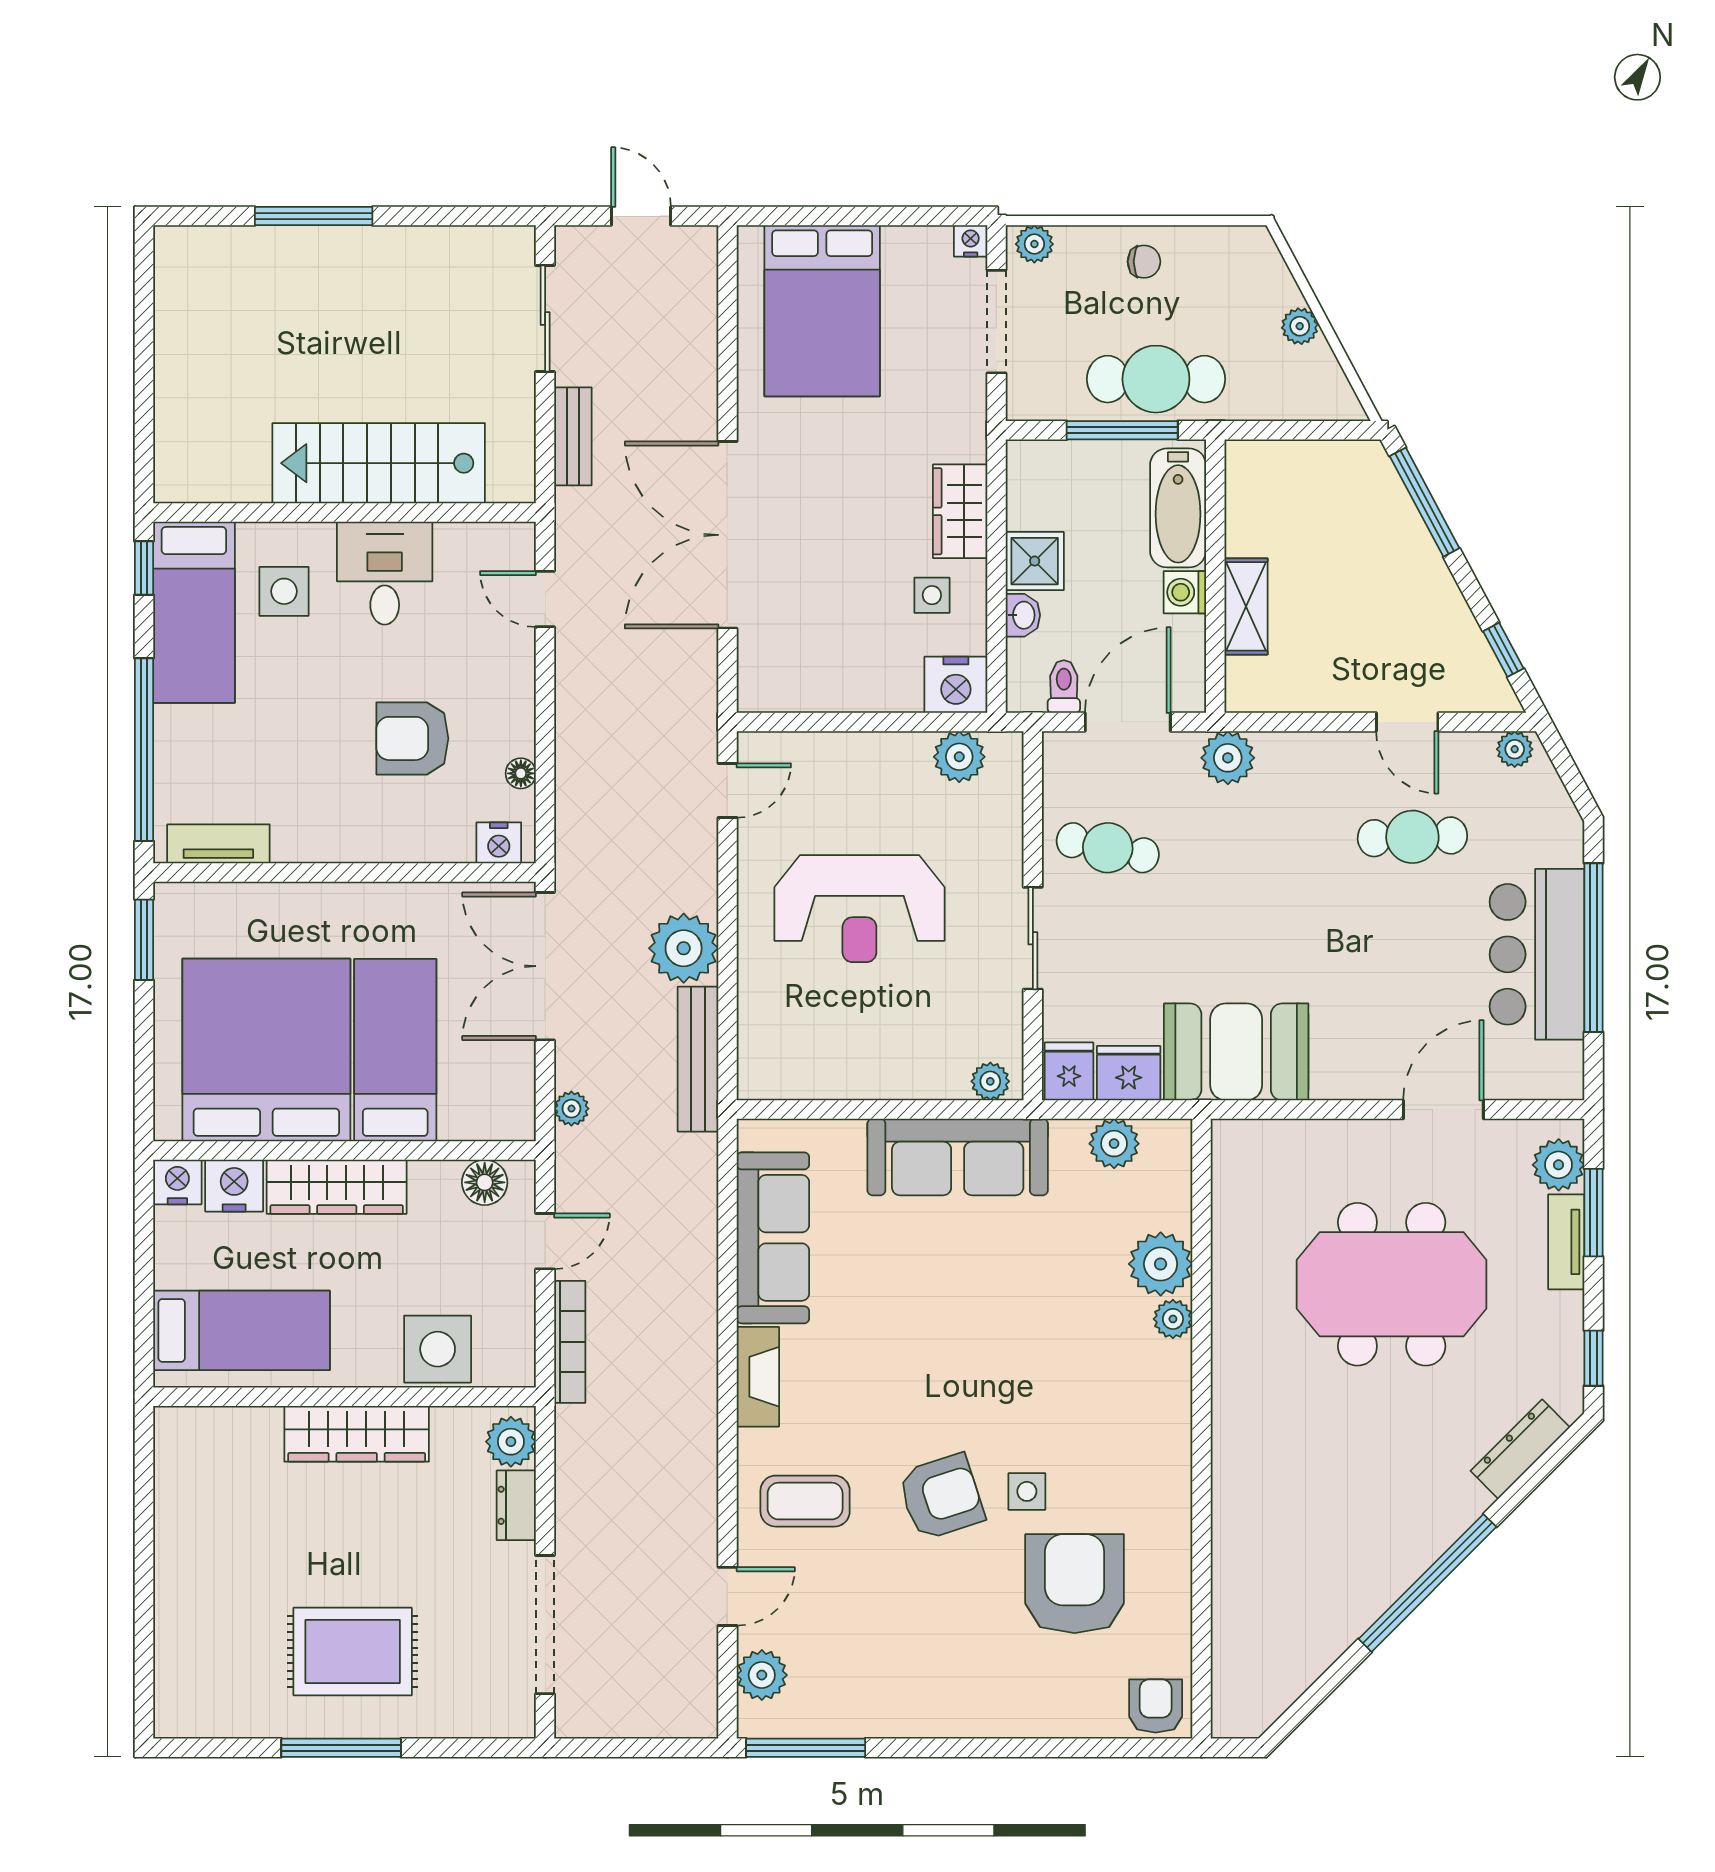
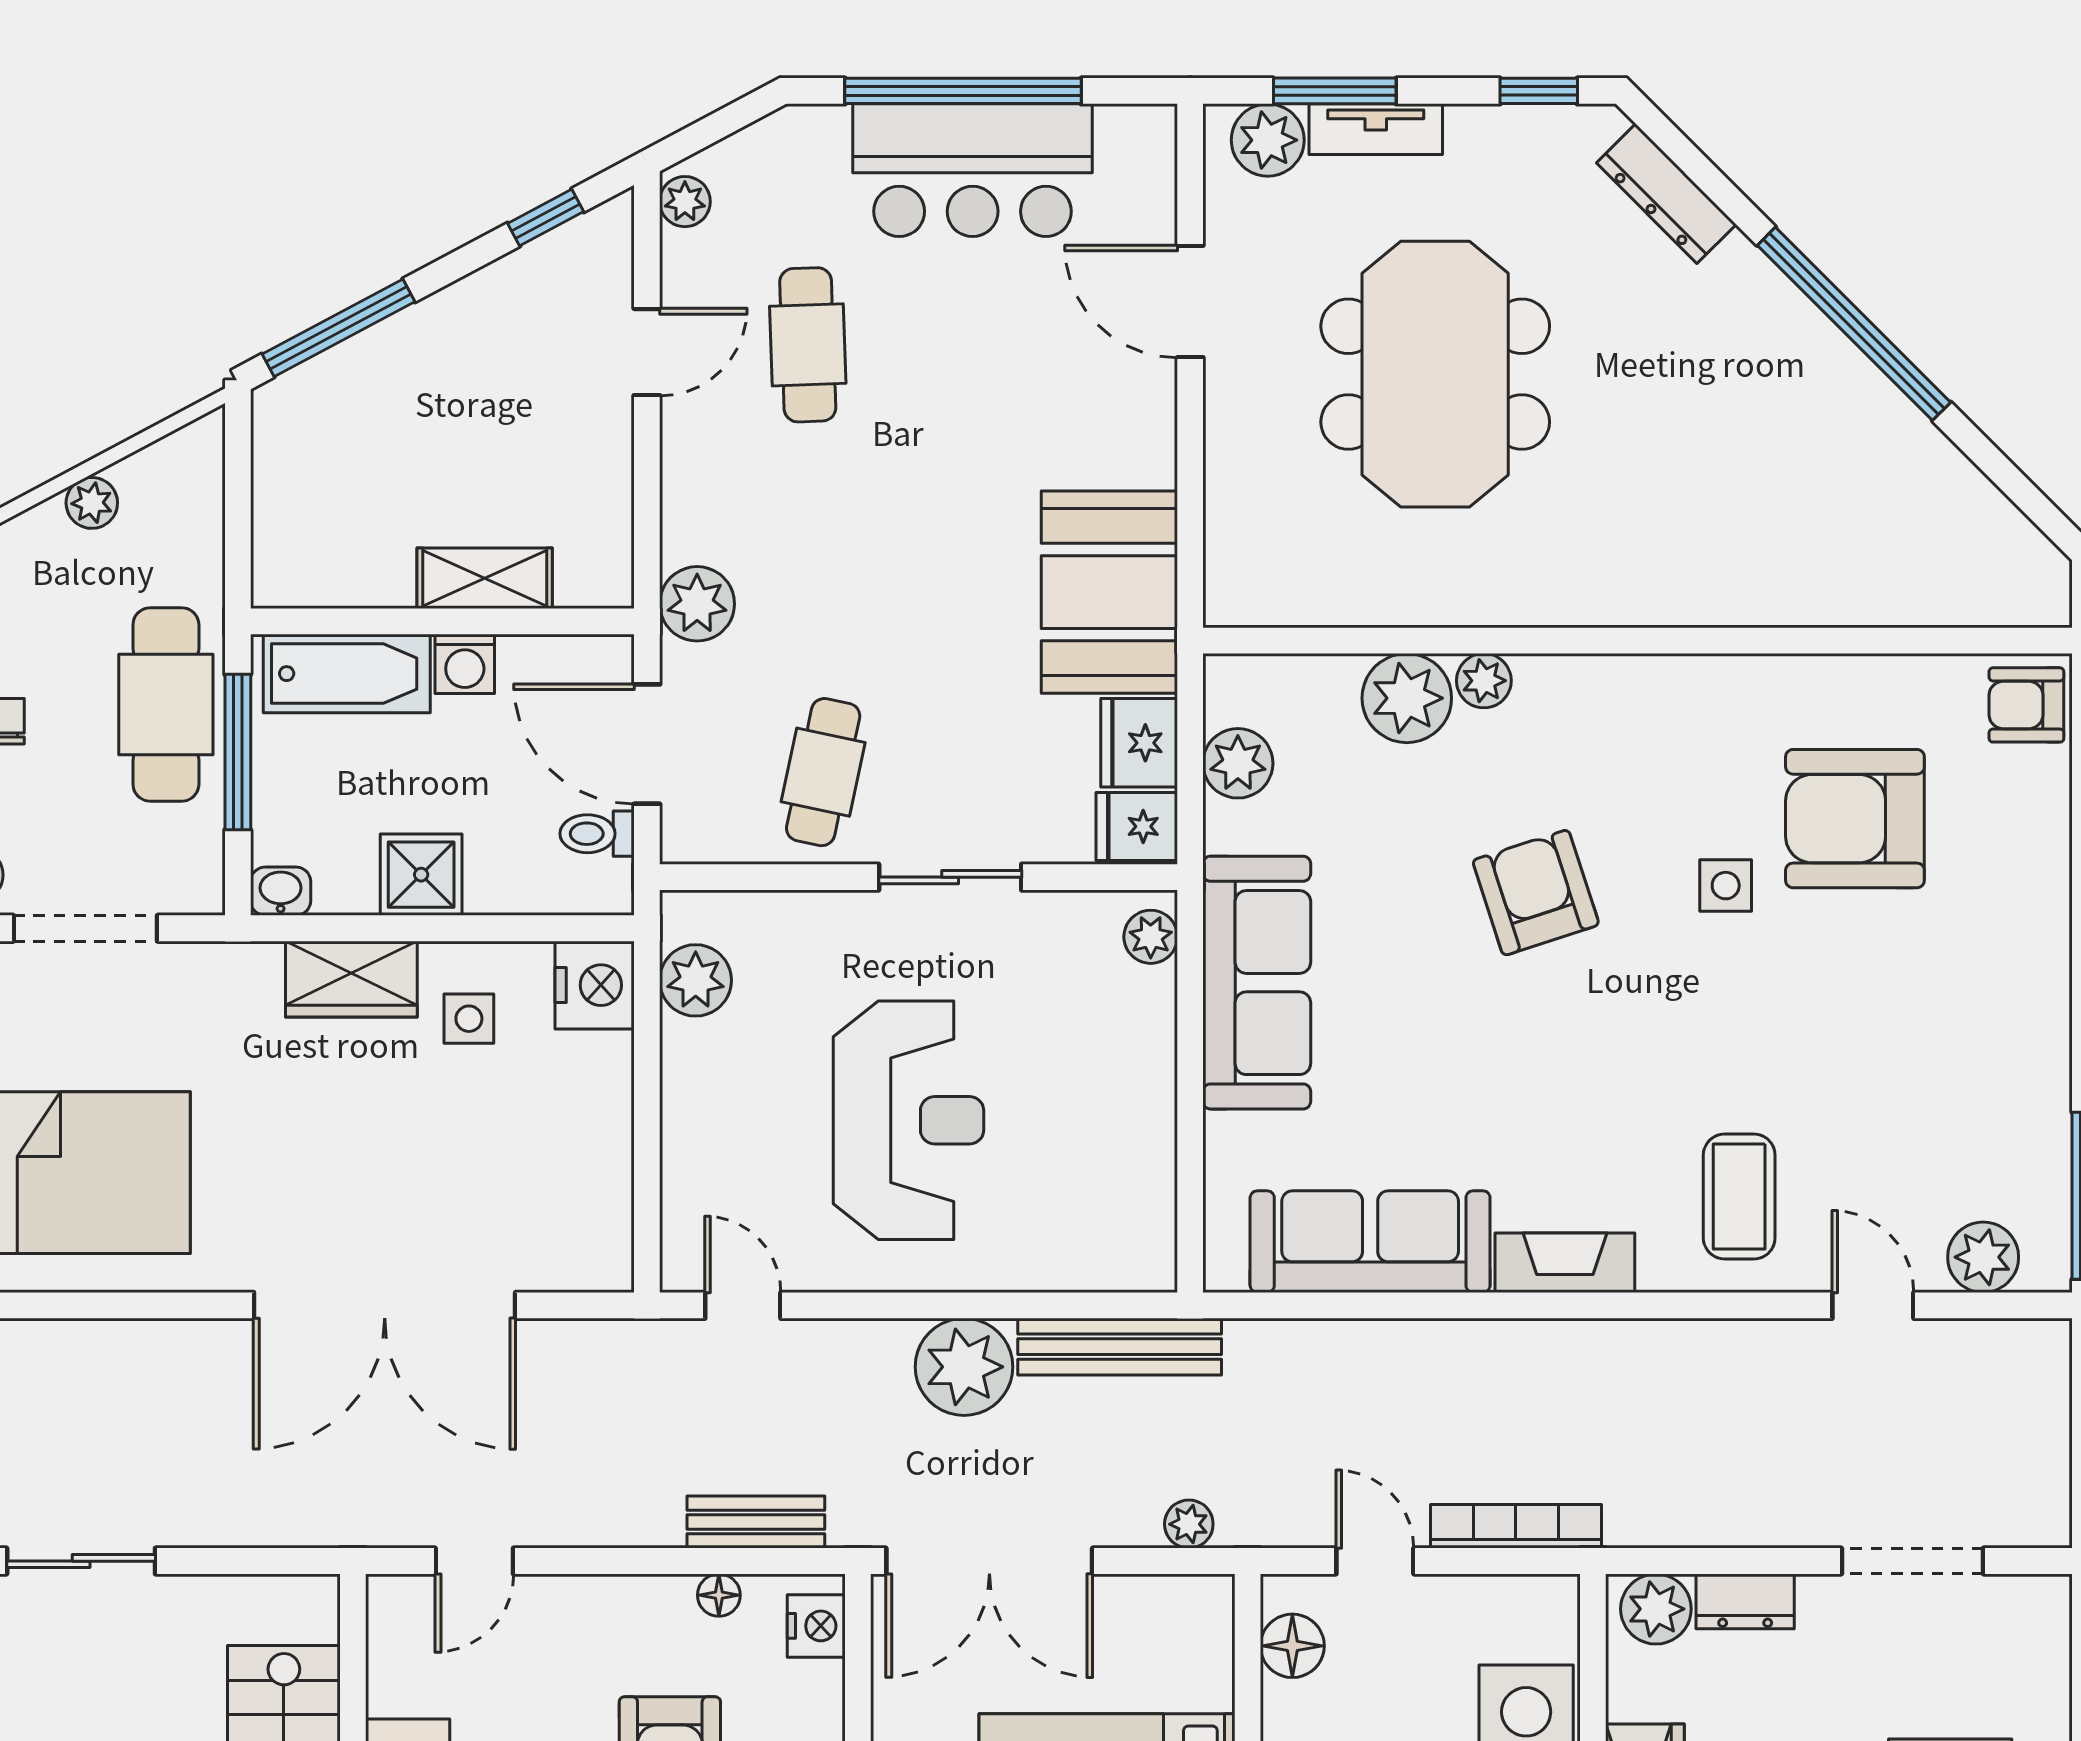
bench: (573, 436) -> (756, 1522), moved
washbasin: (1023, 615) -> (281, 891), moved
armchair: (941, 1497) -> (1536, 893), moved
doorway: (545, 1625) -> (1912, 1561), width x0.73

